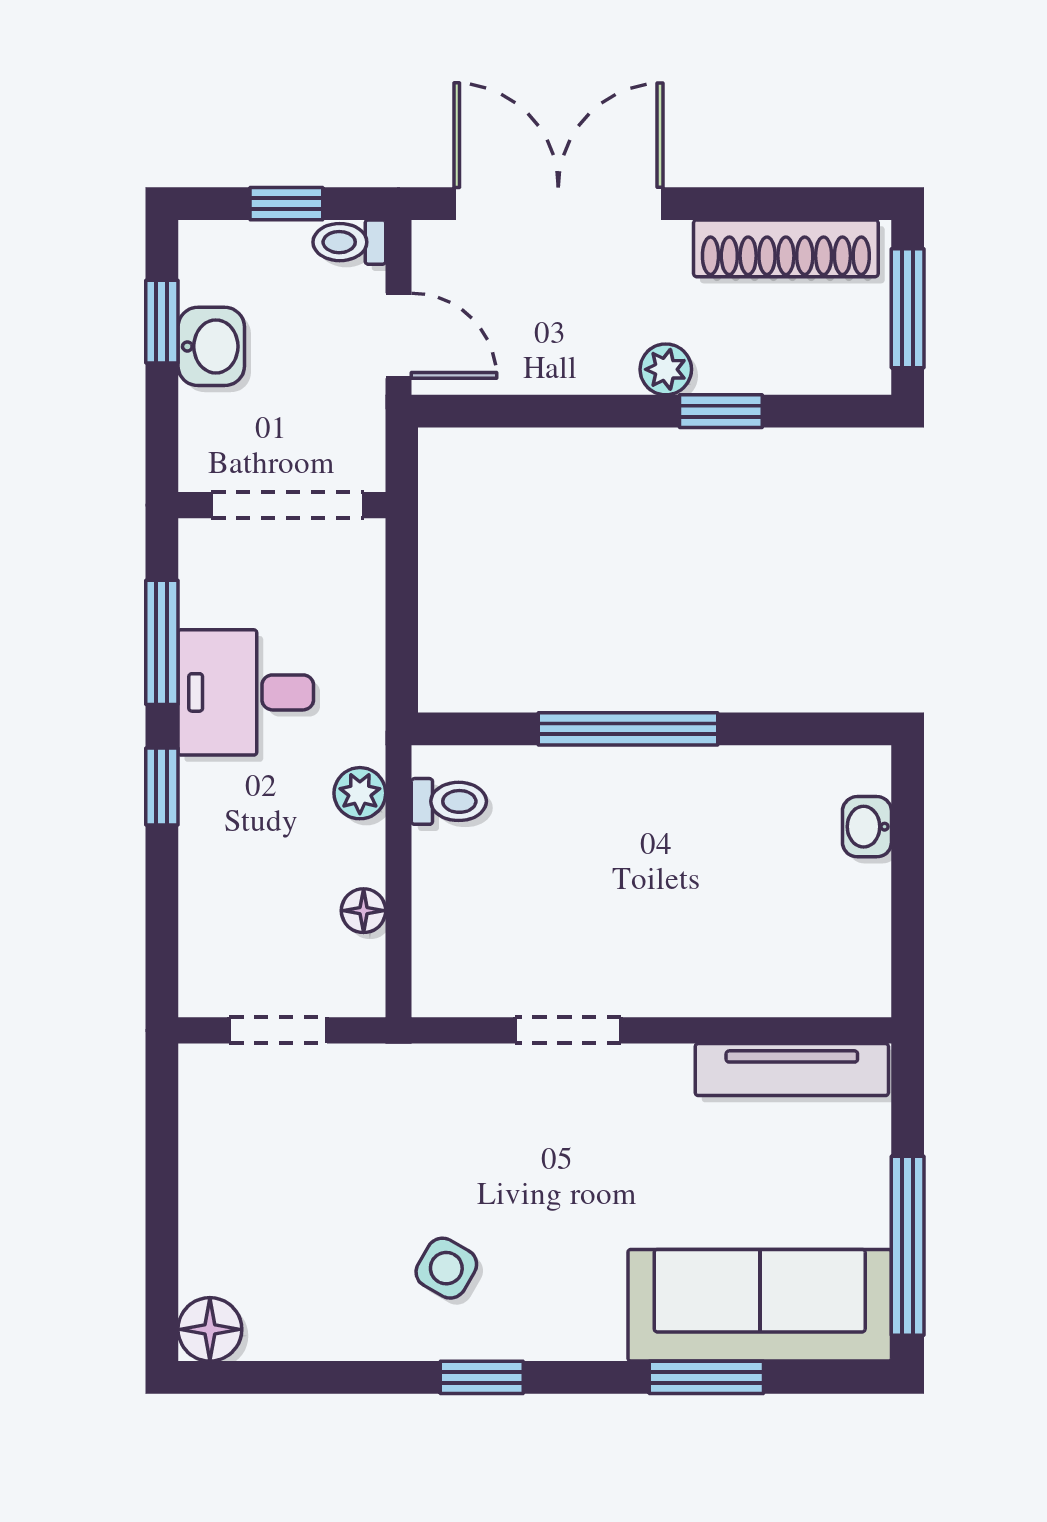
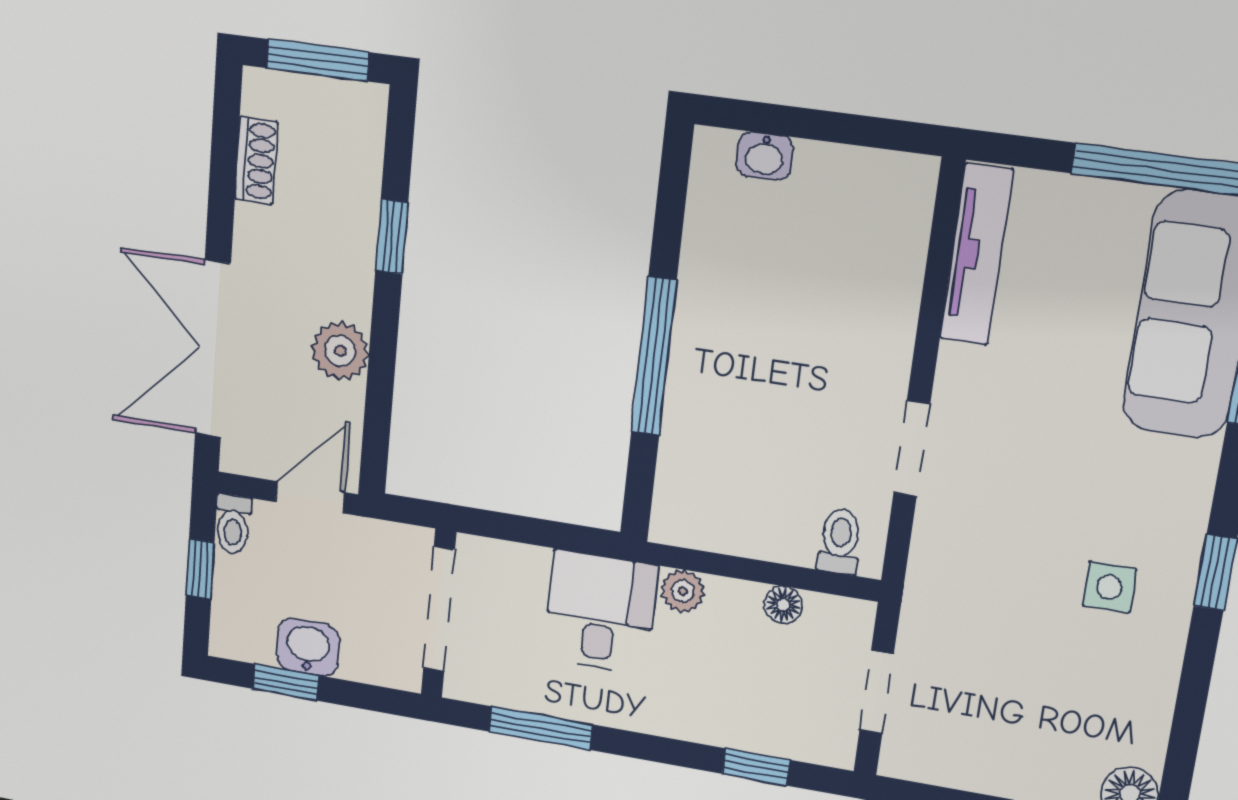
shoe rack: (786, 248) -> (256, 161), width x0.51, depth x0.81
plant: (666, 369) -> (340, 351), moved, width x1.38, depth x1.38
desk: (246, 692) -> (600, 612), moved, turned 180
window: (162, 786) -> (756, 767), moved
toilet: (449, 801) -> (840, 541), moved
side table: (446, 1268) -> (1109, 587), turned -30

